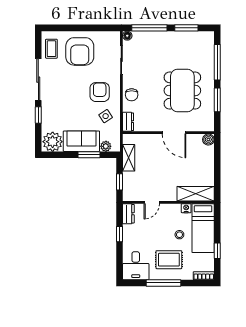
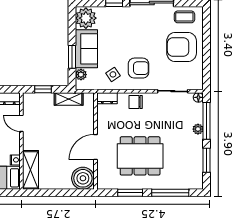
plant: (157, 36) -> (198, 129), added
boiler: (208, 140) -> (83, 178), width x1.86, depth x1.86

